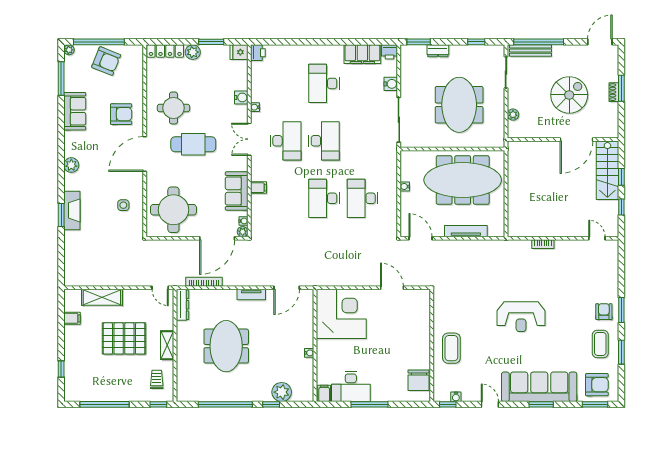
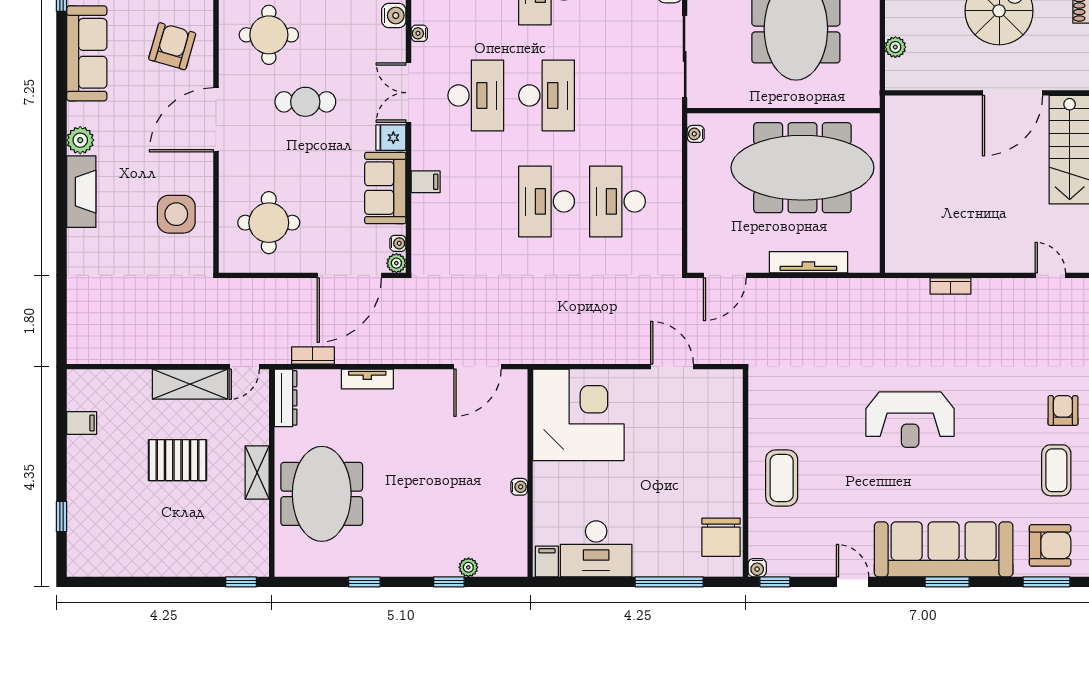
sofa: (75, 111) -> (87, 53), width x1.36
armchair: (121, 114) -> (172, 46), turned -74
cafe table: (193, 144) -> (305, 102), width x0.73, depth x0.74
fridge: (240, 164) -> (391, 138), added
water cooler: (405, 186) -> (696, 134), moved
side table: (123, 205) -> (176, 214), width x1.87, depth x1.87
fireplace: (72, 210) -> (81, 192), moved
round table: (173, 210) -> (269, 223), width x0.73, depth x0.73
window: (61, 215) -> (61, 232), removed
door: (421, 238) -> (725, 275), swing flipped
bookcase: (204, 282) -> (313, 355), width x0.64
door: (160, 288) -> (244, 367), hinge flipped
tv unit: (251, 295) -> (367, 379), moved
shelving: (102, 297) -> (190, 384), moved
pallet: (124, 338) -> (178, 460), width x0.73, depth x0.71
meeting table: (226, 346) -> (322, 494), moved
trolley: (157, 379) -> (238, 536), removed
plant: (282, 392) -> (468, 567), width x0.53, depth x0.53
water cooler: (456, 397) -> (757, 568), moved
window: (104, 404) -> (141, 582), removed
window: (225, 404) -> (364, 582), width x0.32
window: (370, 404) -> (669, 582), moved

